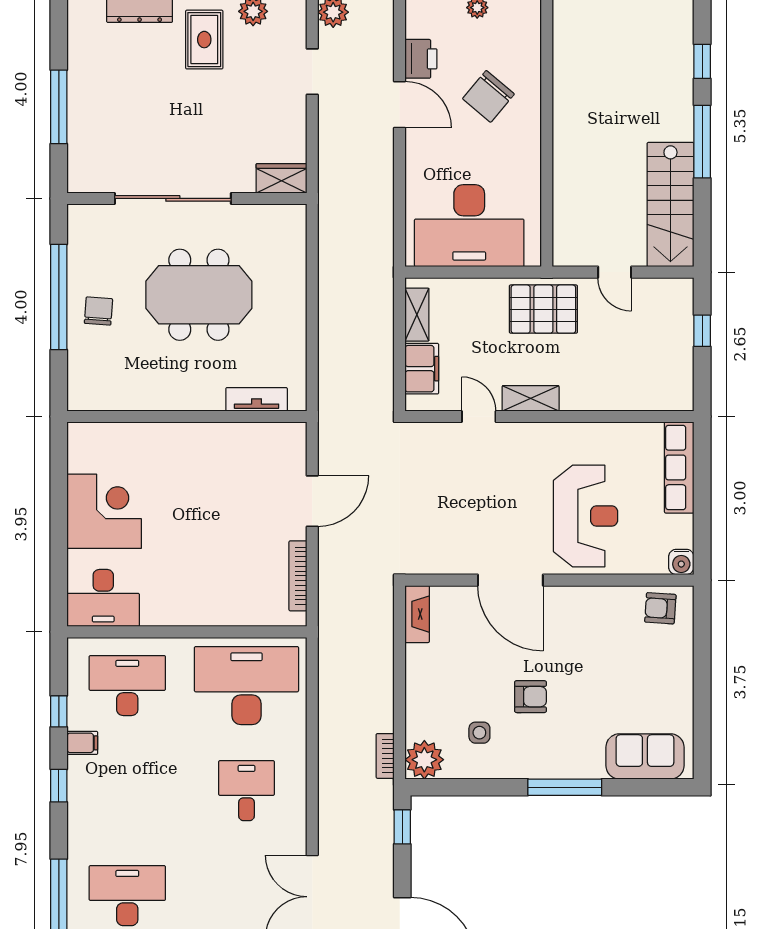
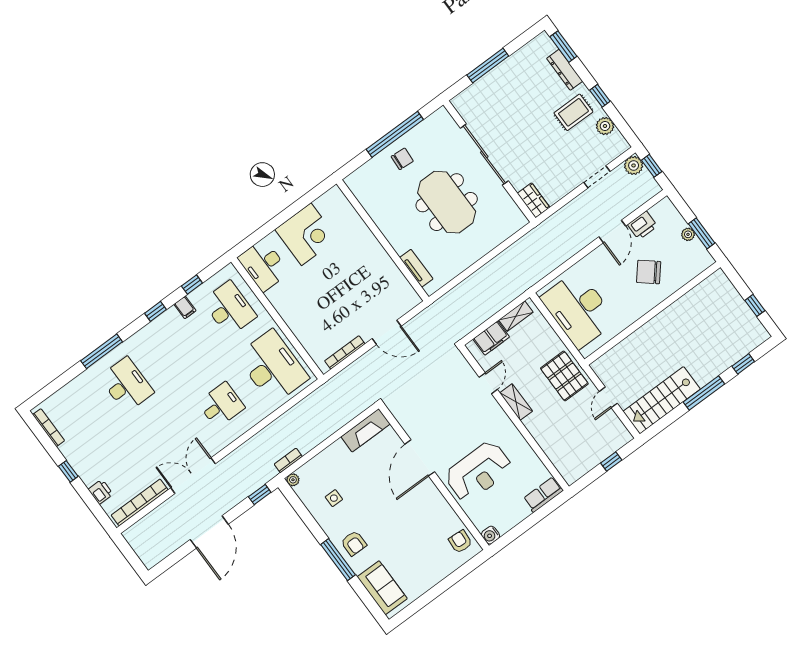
row of seats: (679, 467) -> (543, 495), width x0.68
fireplace: (417, 614) -> (366, 430), width x1.37, depth x1.32
armchair: (531, 697) -> (354, 543), moved
plant: (424, 760) -> (293, 480), width x0.53, depth x0.53

